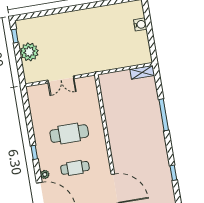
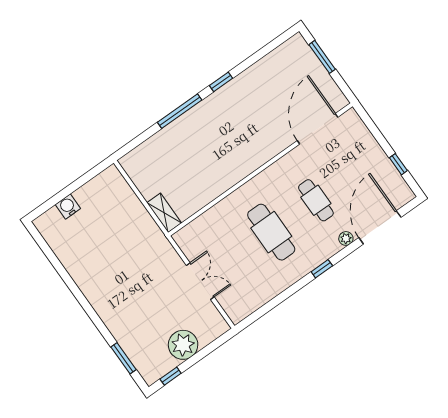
window: (38, 14) -> (124, 358), added
shelving: (142, 72) -> (164, 213), moved
window: (173, 173) -> (221, 82), moved

